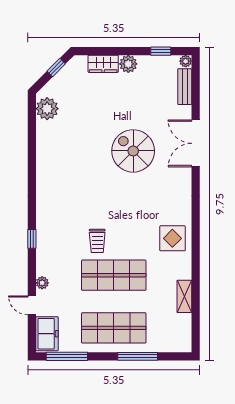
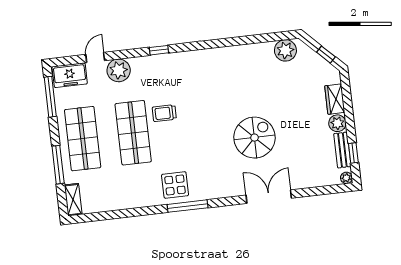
bench: (185, 87) -> (342, 150), moved, turned 90
window: (196, 228) -> (188, 206), added
plant: (42, 283) -> (119, 70), width x1.87, depth x1.87
shelving: (184, 296) -> (73, 200), moved, turned 90

